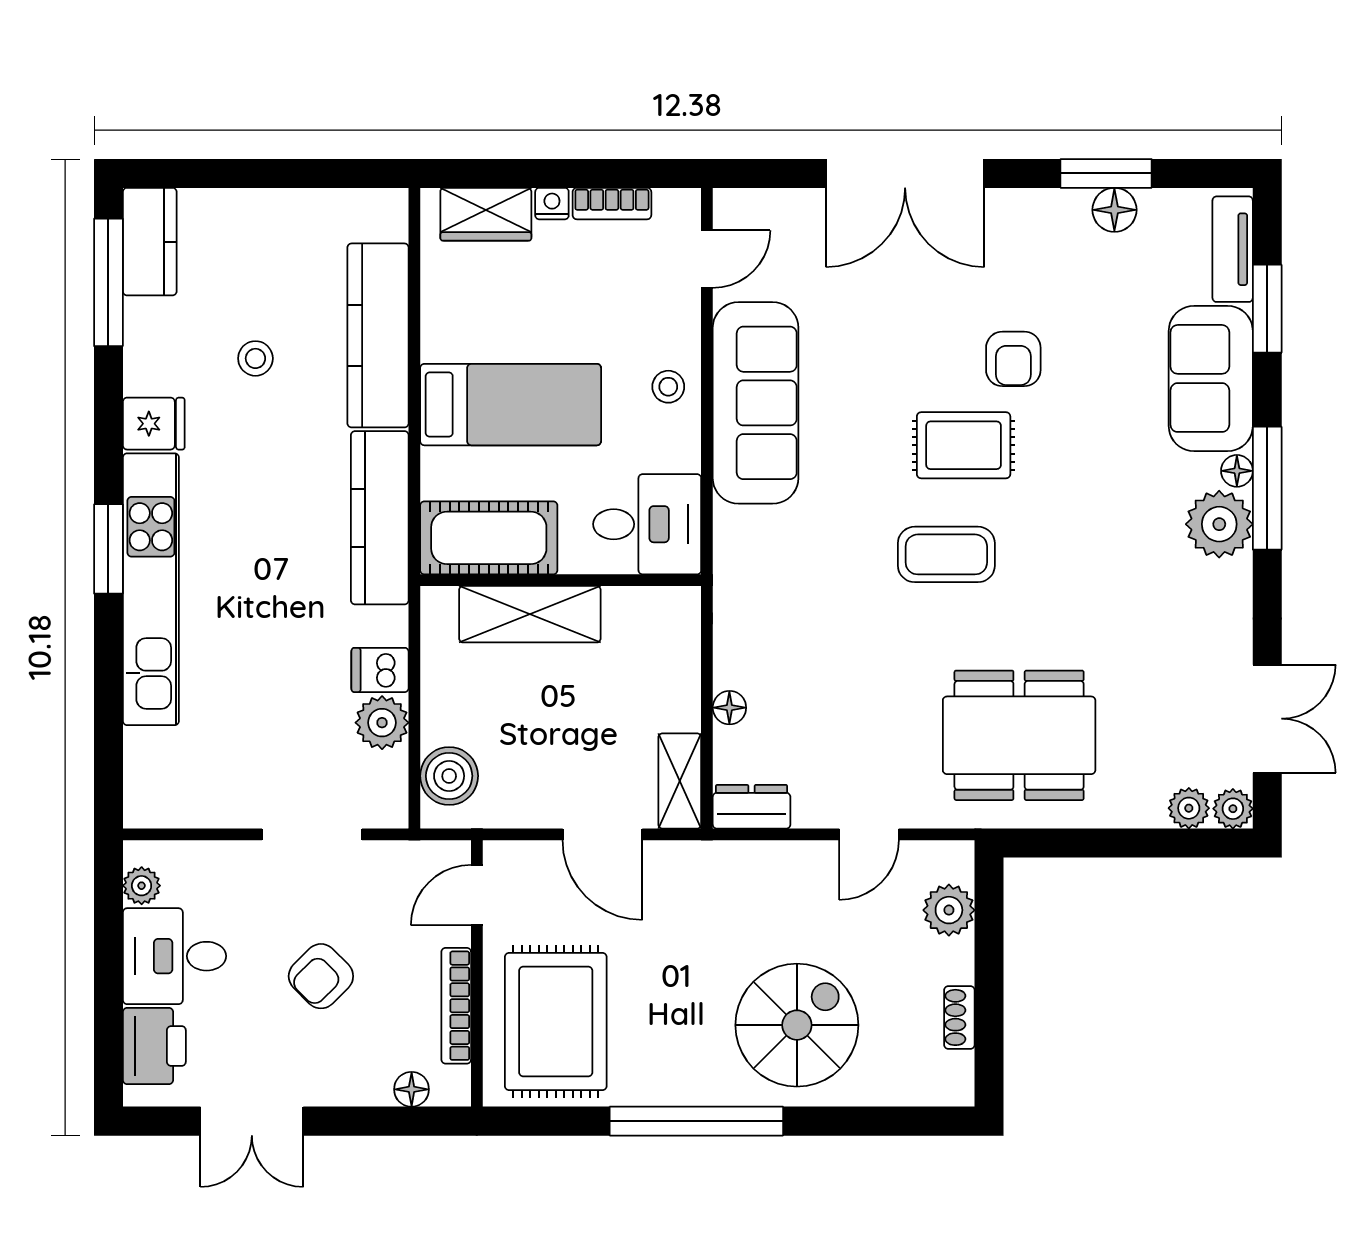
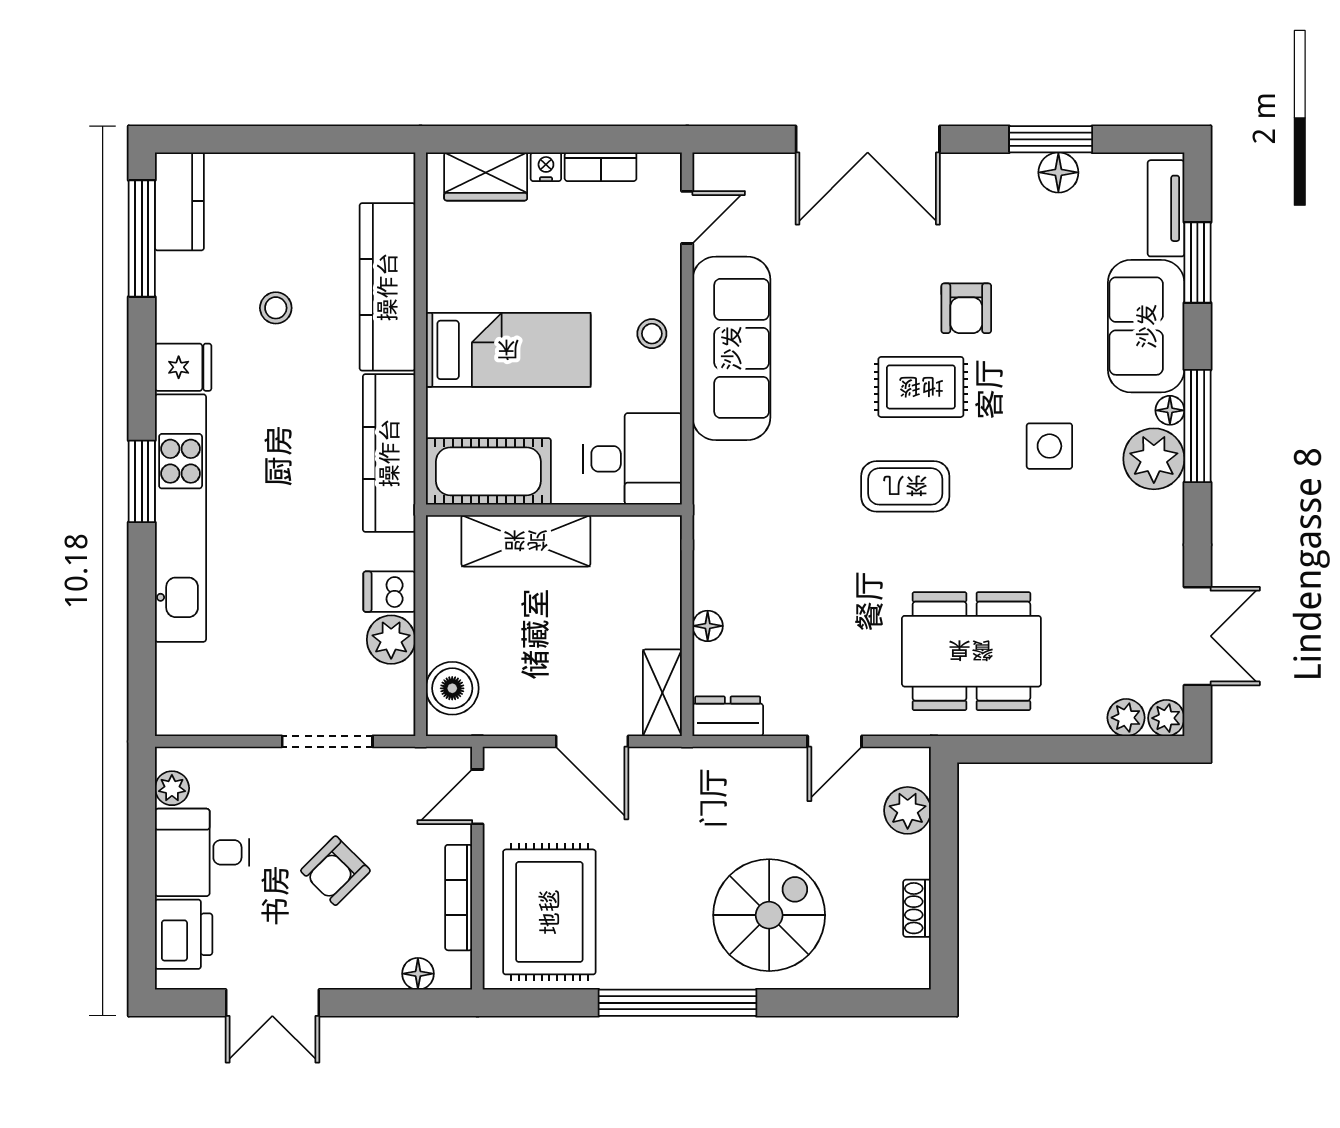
side table: (1105, 510) -> (1049, 446), added

